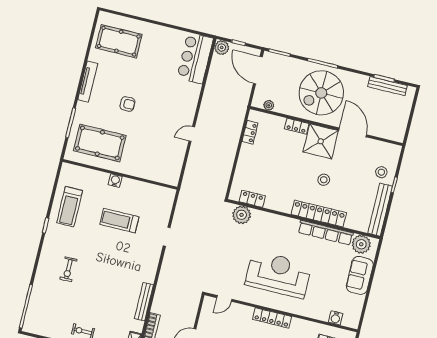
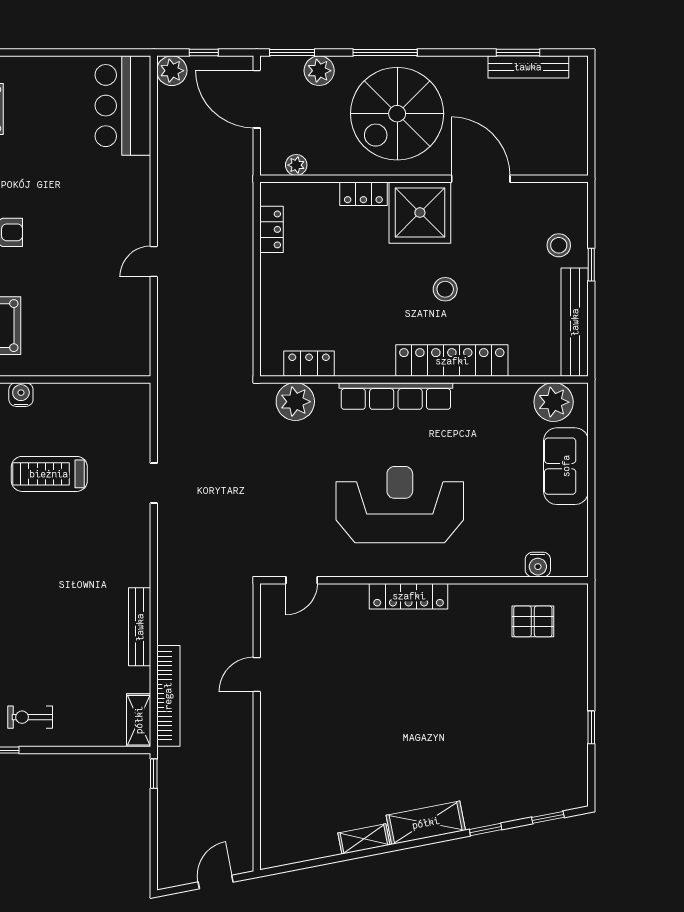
plant: (290, 64) -> (319, 71), added
row of seats: (326, 233) -> (396, 396), moved

